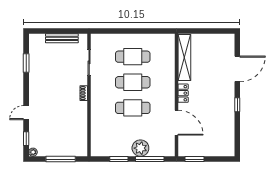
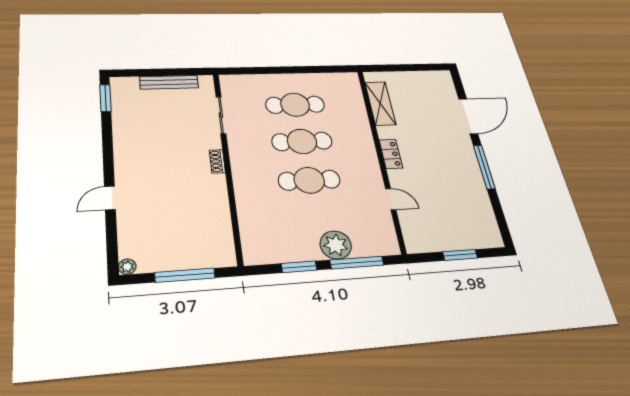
shelving: (184, 57) -> (380, 103), width x0.68
window: (26, 63) -> (105, 98), moved
window: (237, 105) -> (484, 167), width x2.17
door: (176, 123) -> (391, 199), width x0.53
window: (26, 139) -> (112, 243), removed
window: (195, 159) -> (460, 255), moved

